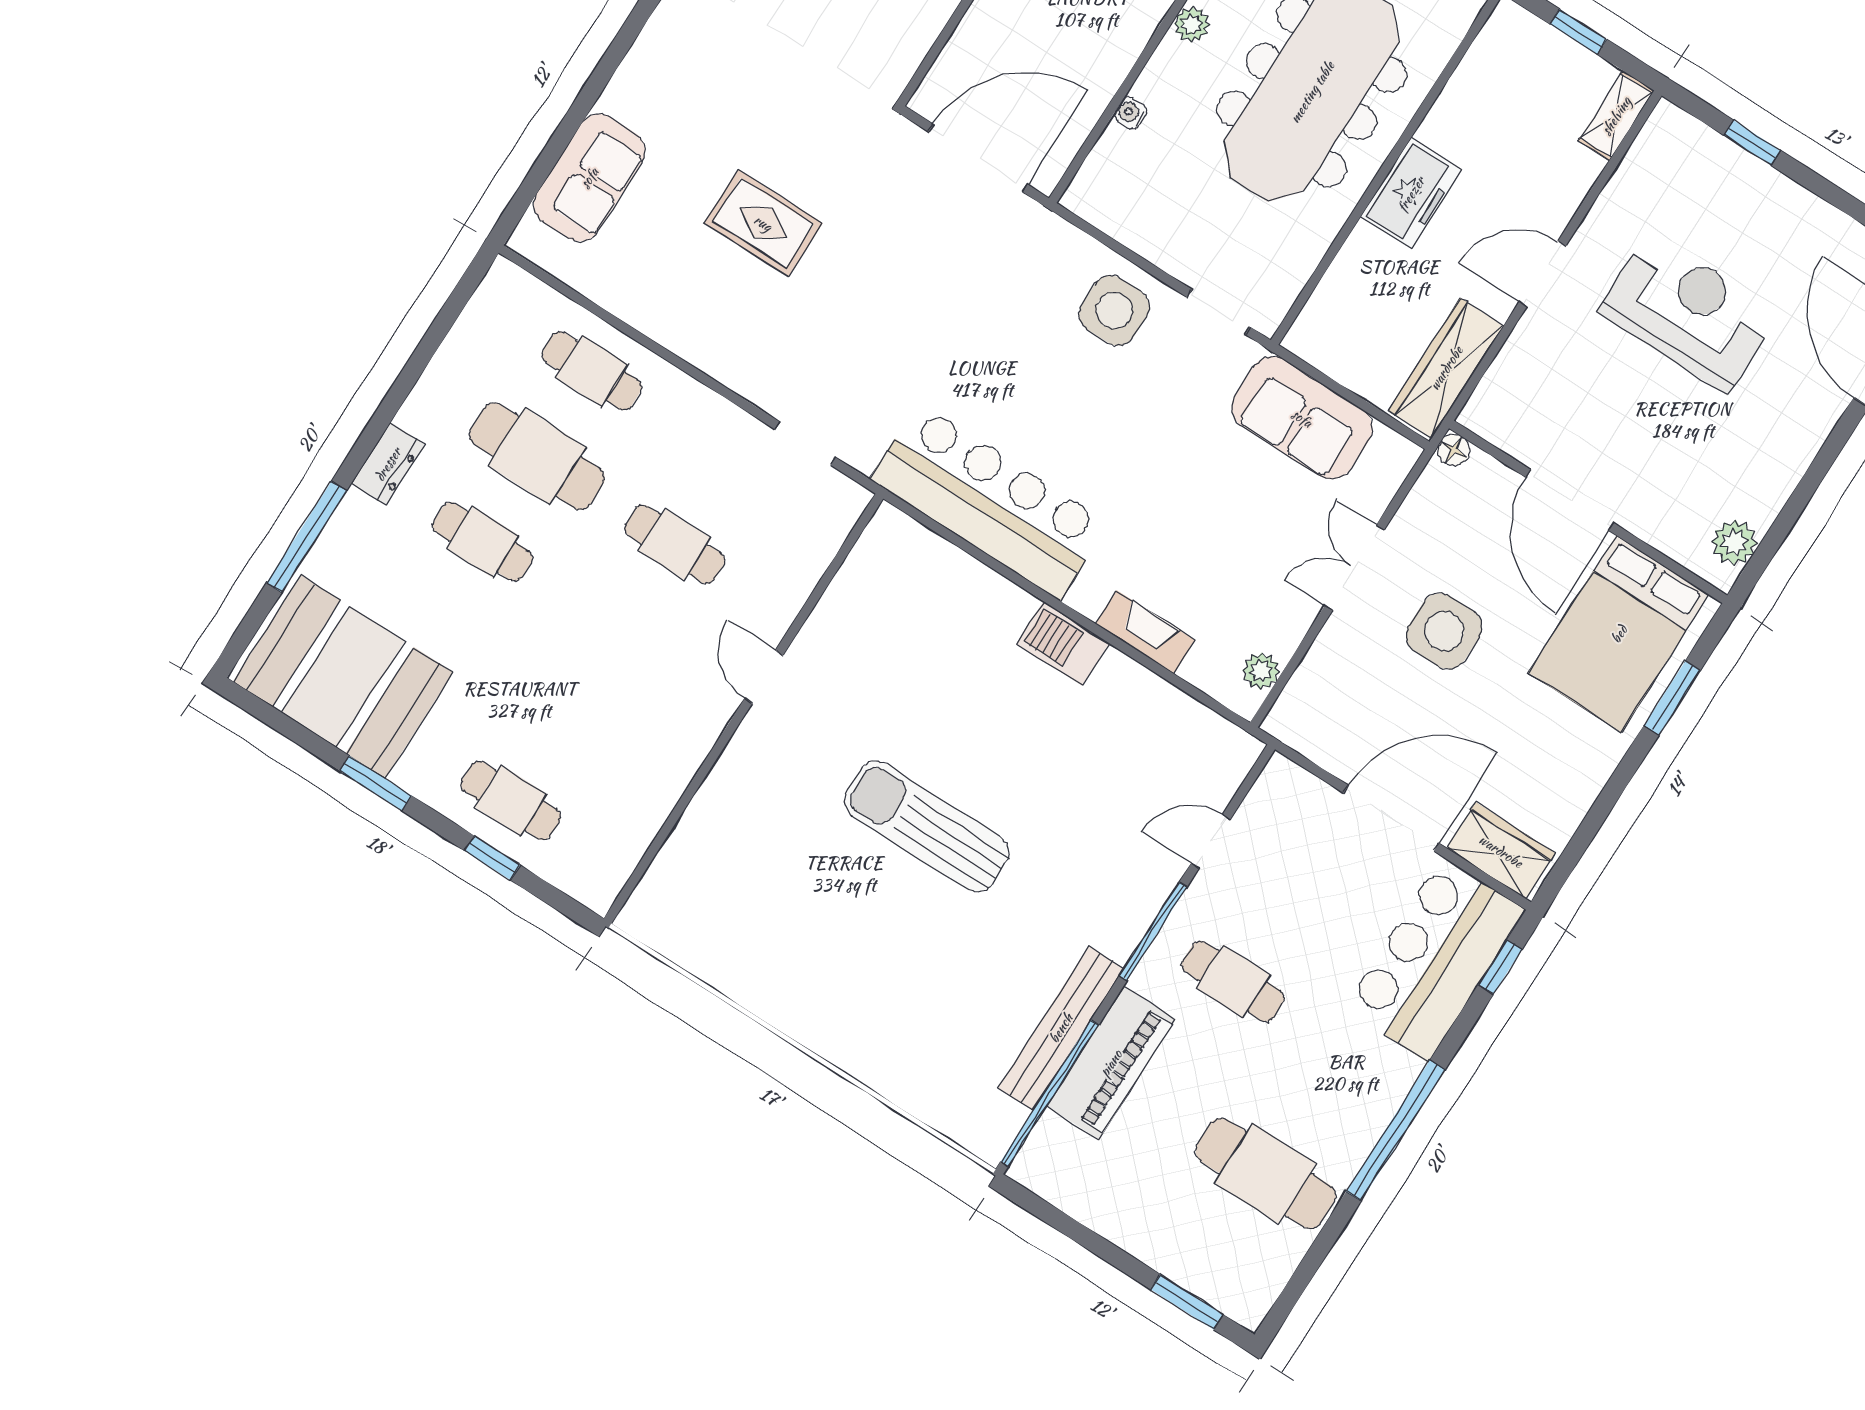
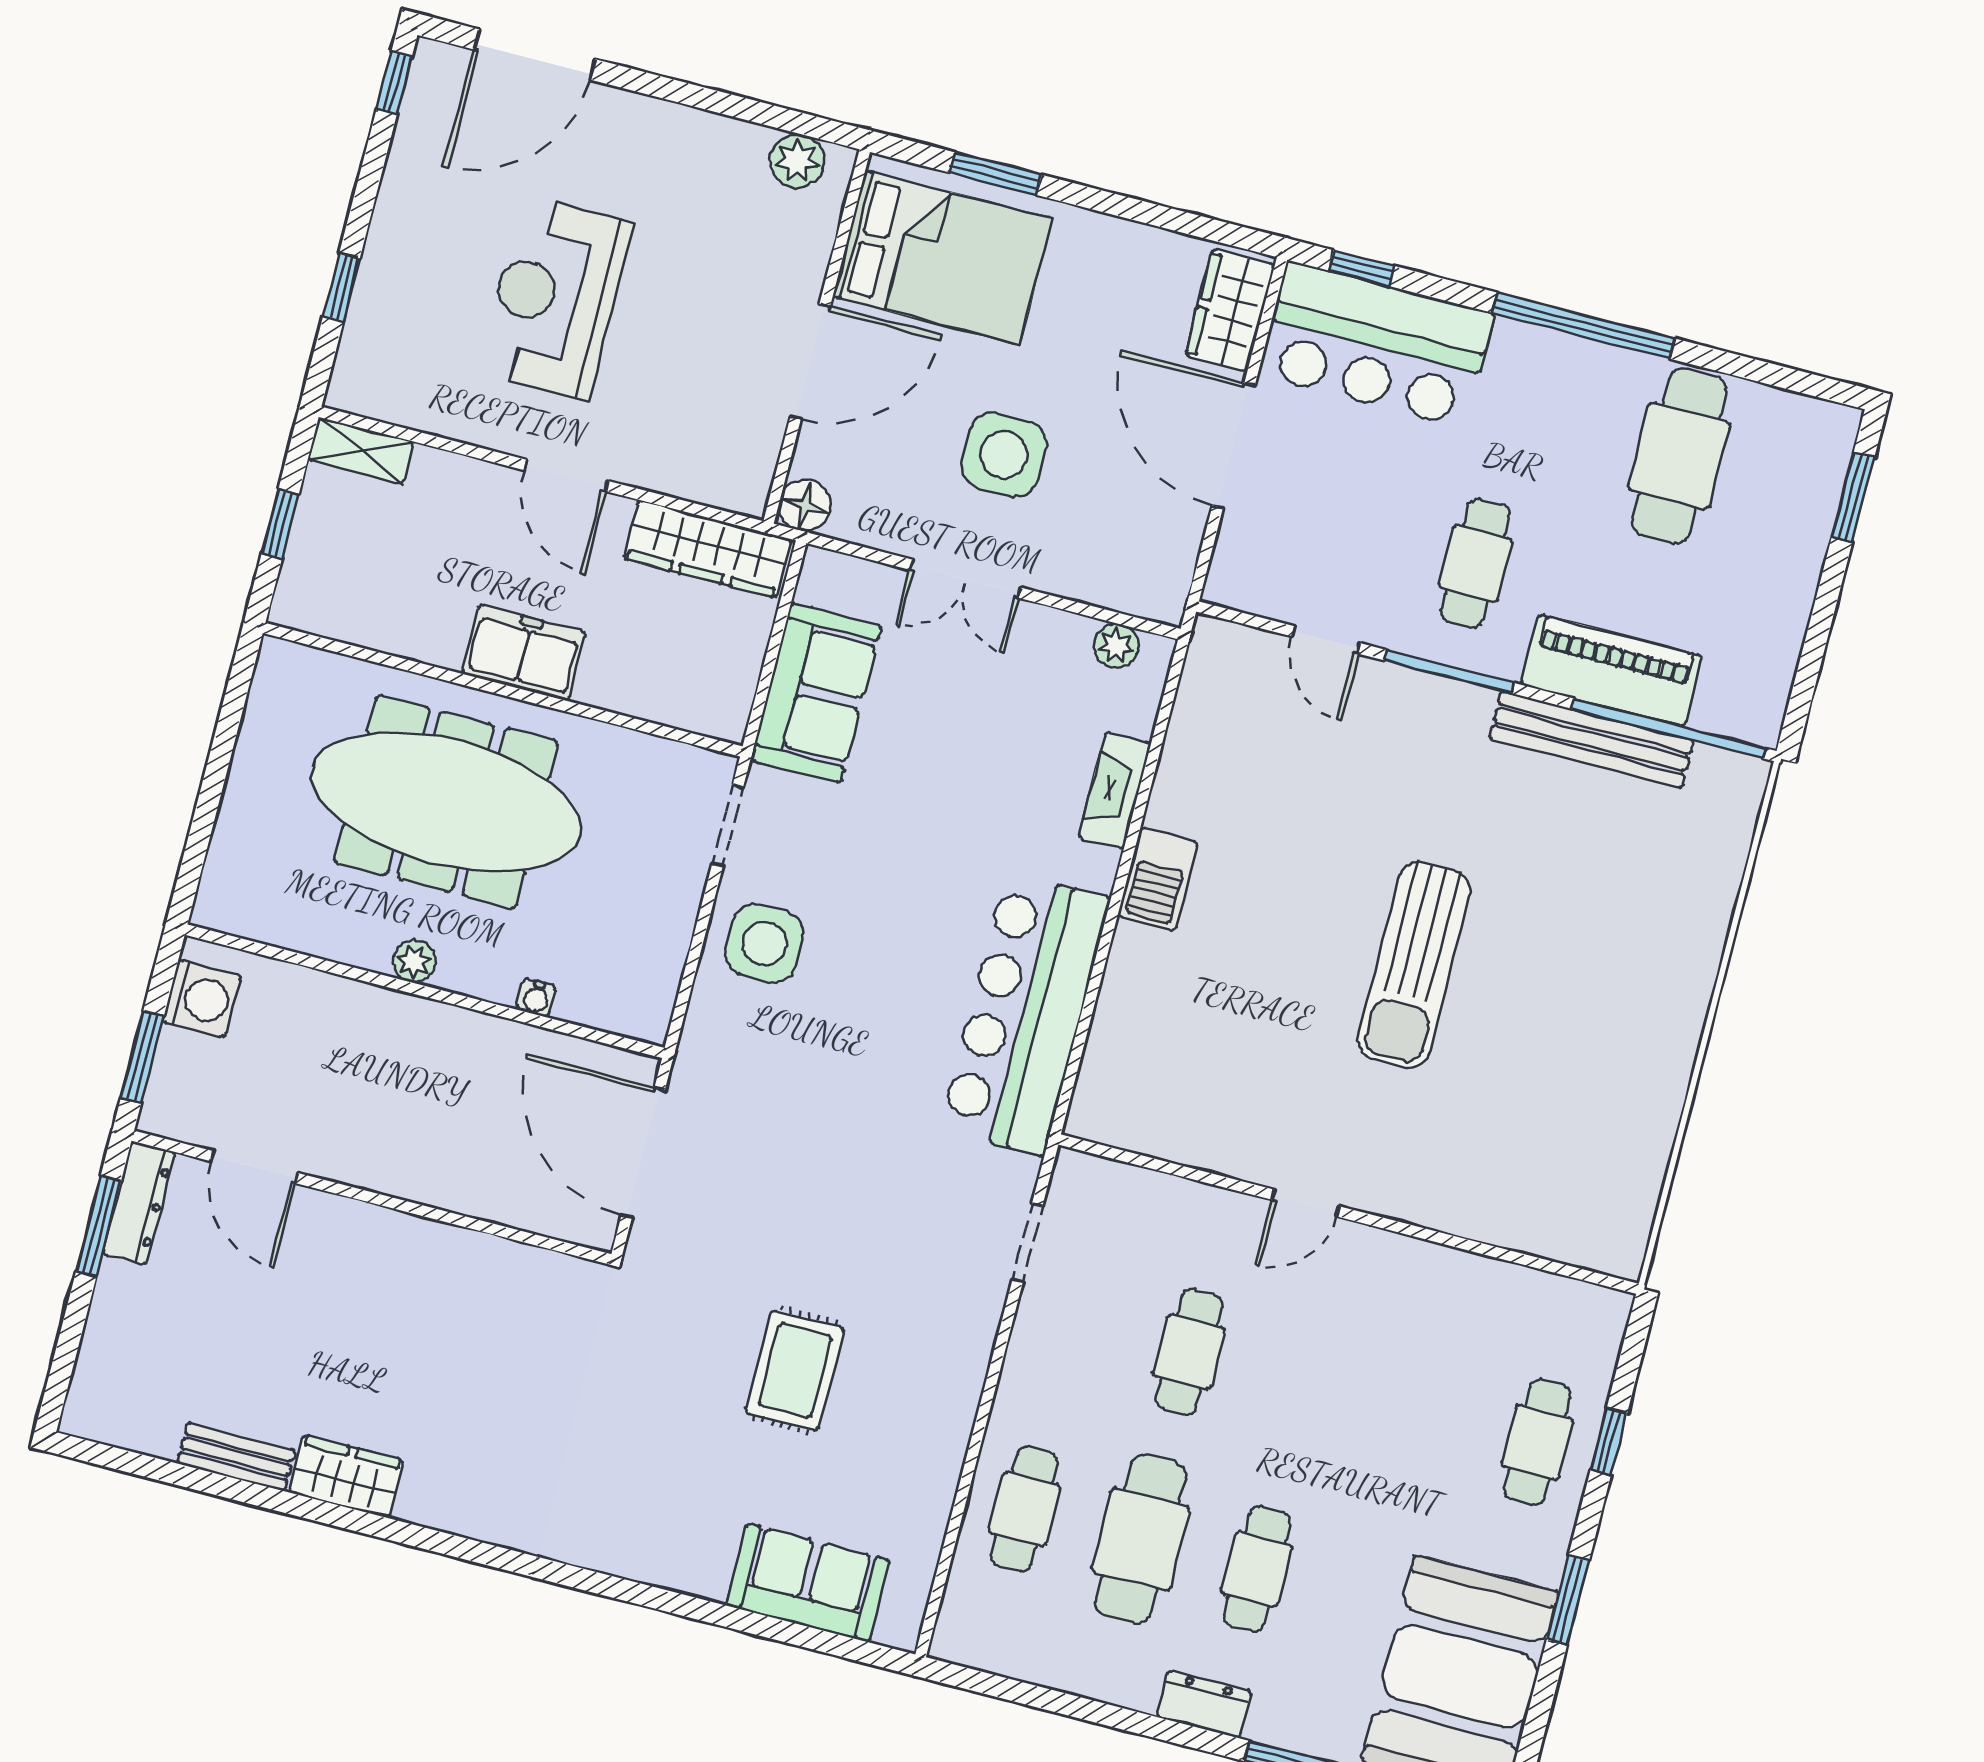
floor lamp: (1454, 450) -> (805, 505), width x1.37, depth x1.37

